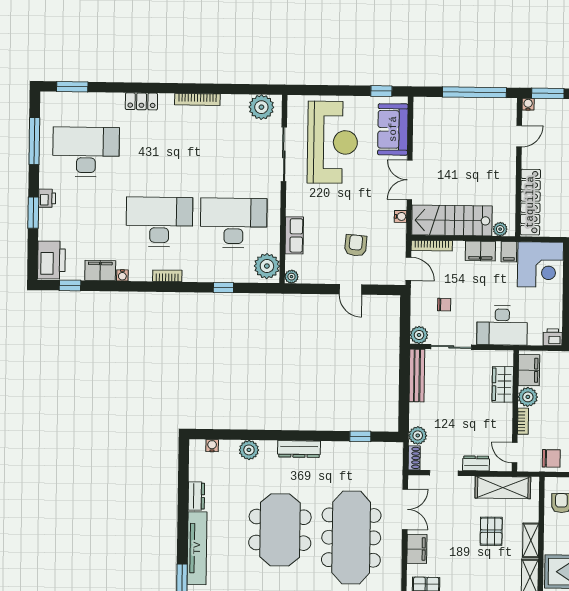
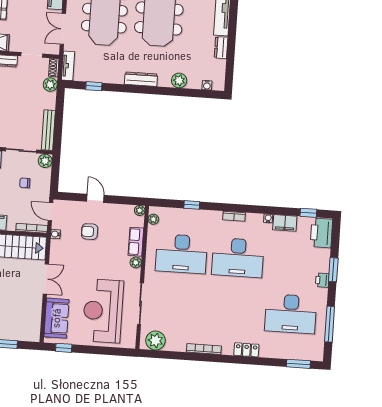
plant: (293, 208) -> (136, 262), added
water cooler: (401, 216) -> (55, 234), moved
armchair: (356, 245) -> (90, 232), turned 85
plant: (267, 266) -> (153, 219), width x0.53, depth x0.53
tv unit: (396, 461) -> (68, 66), added

